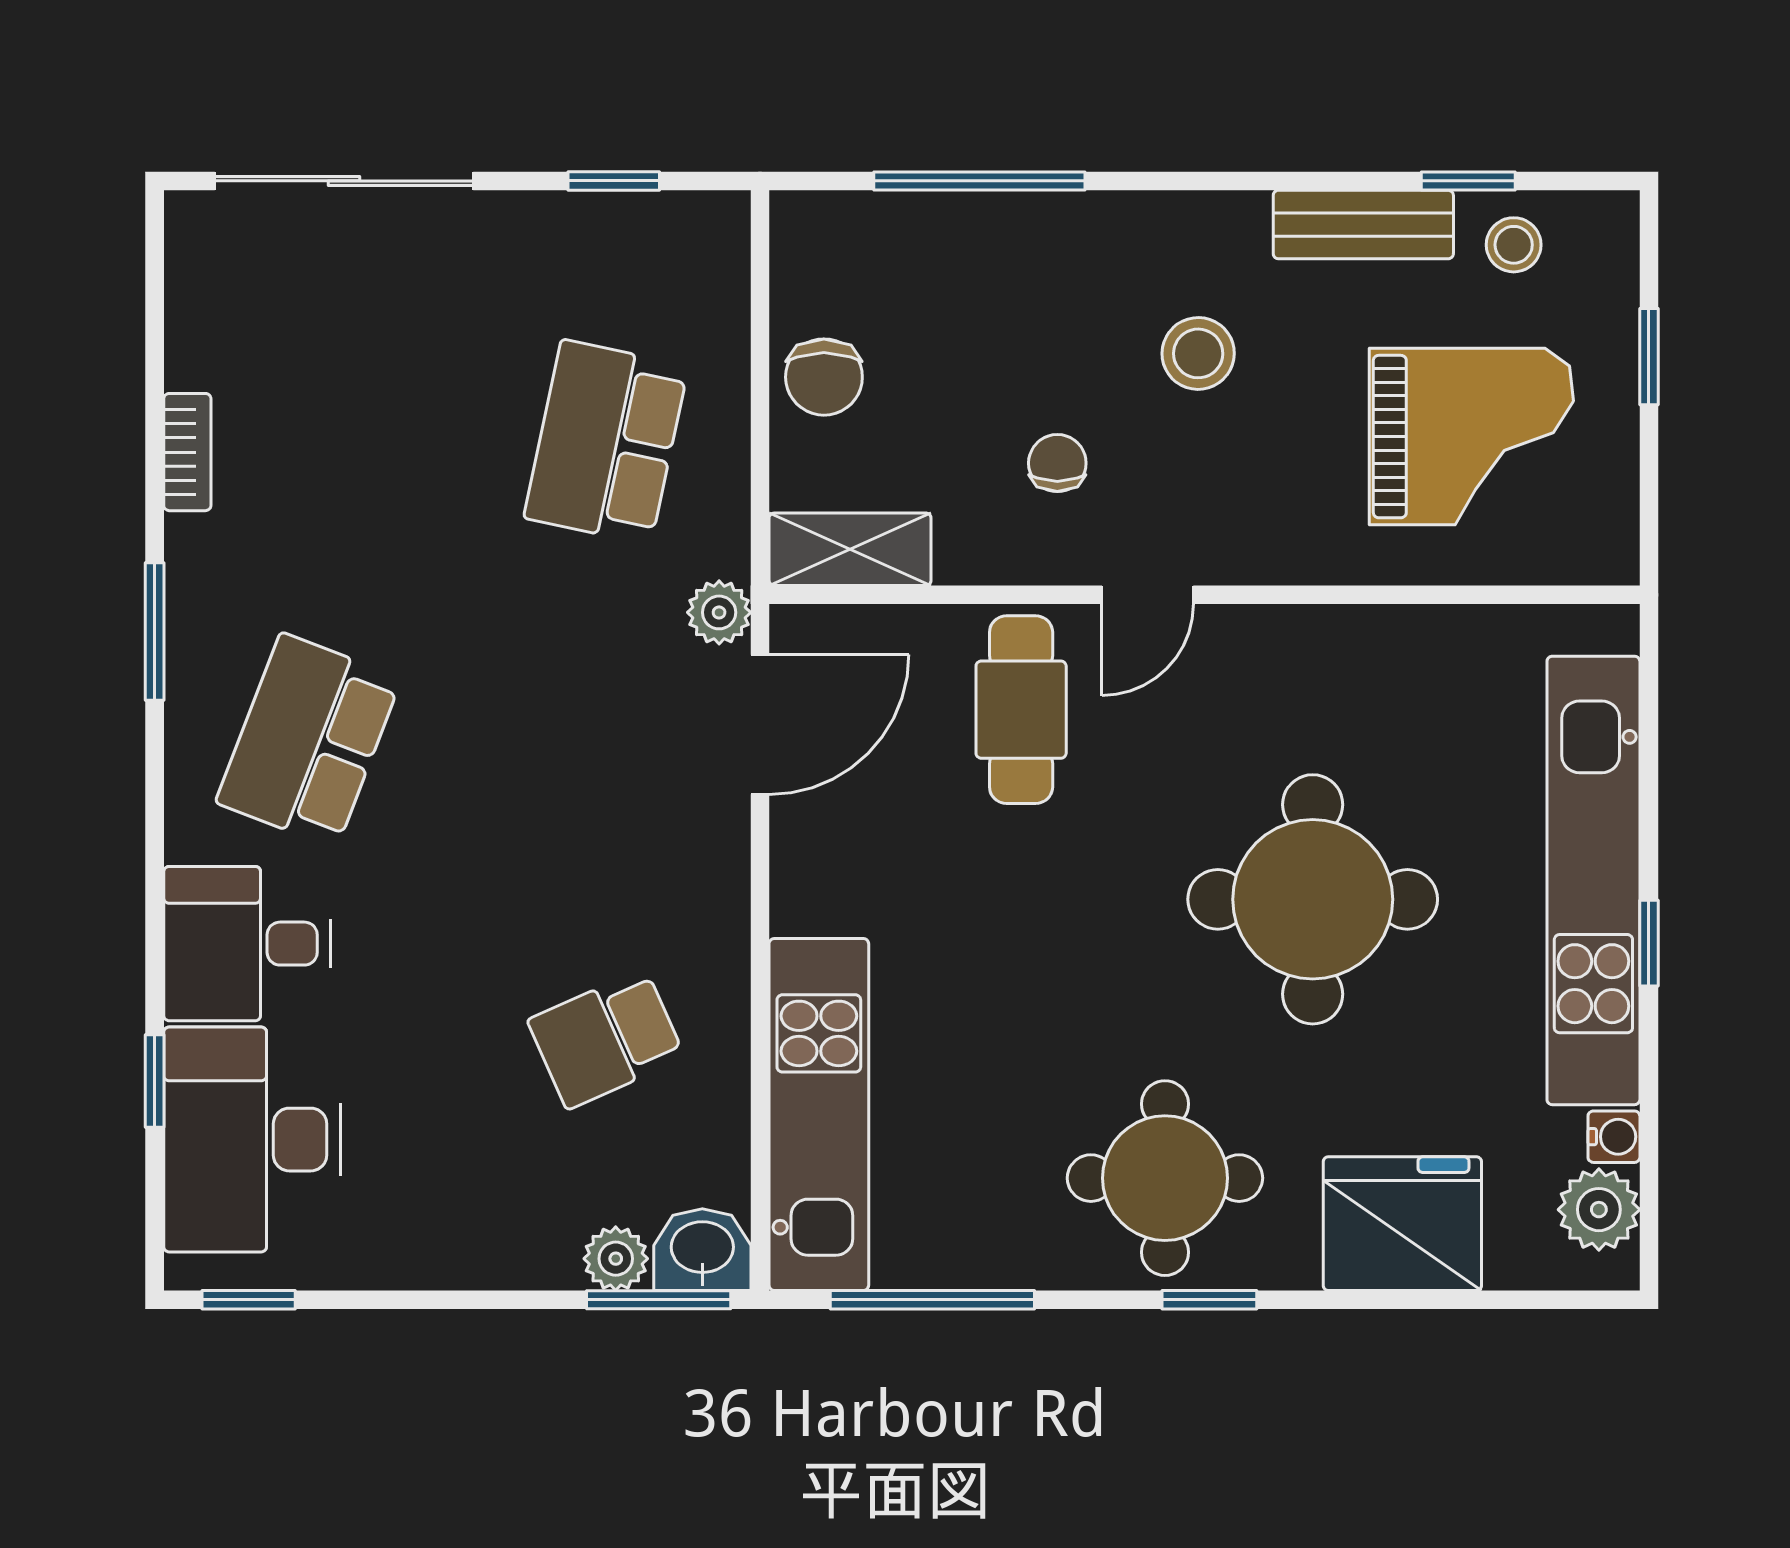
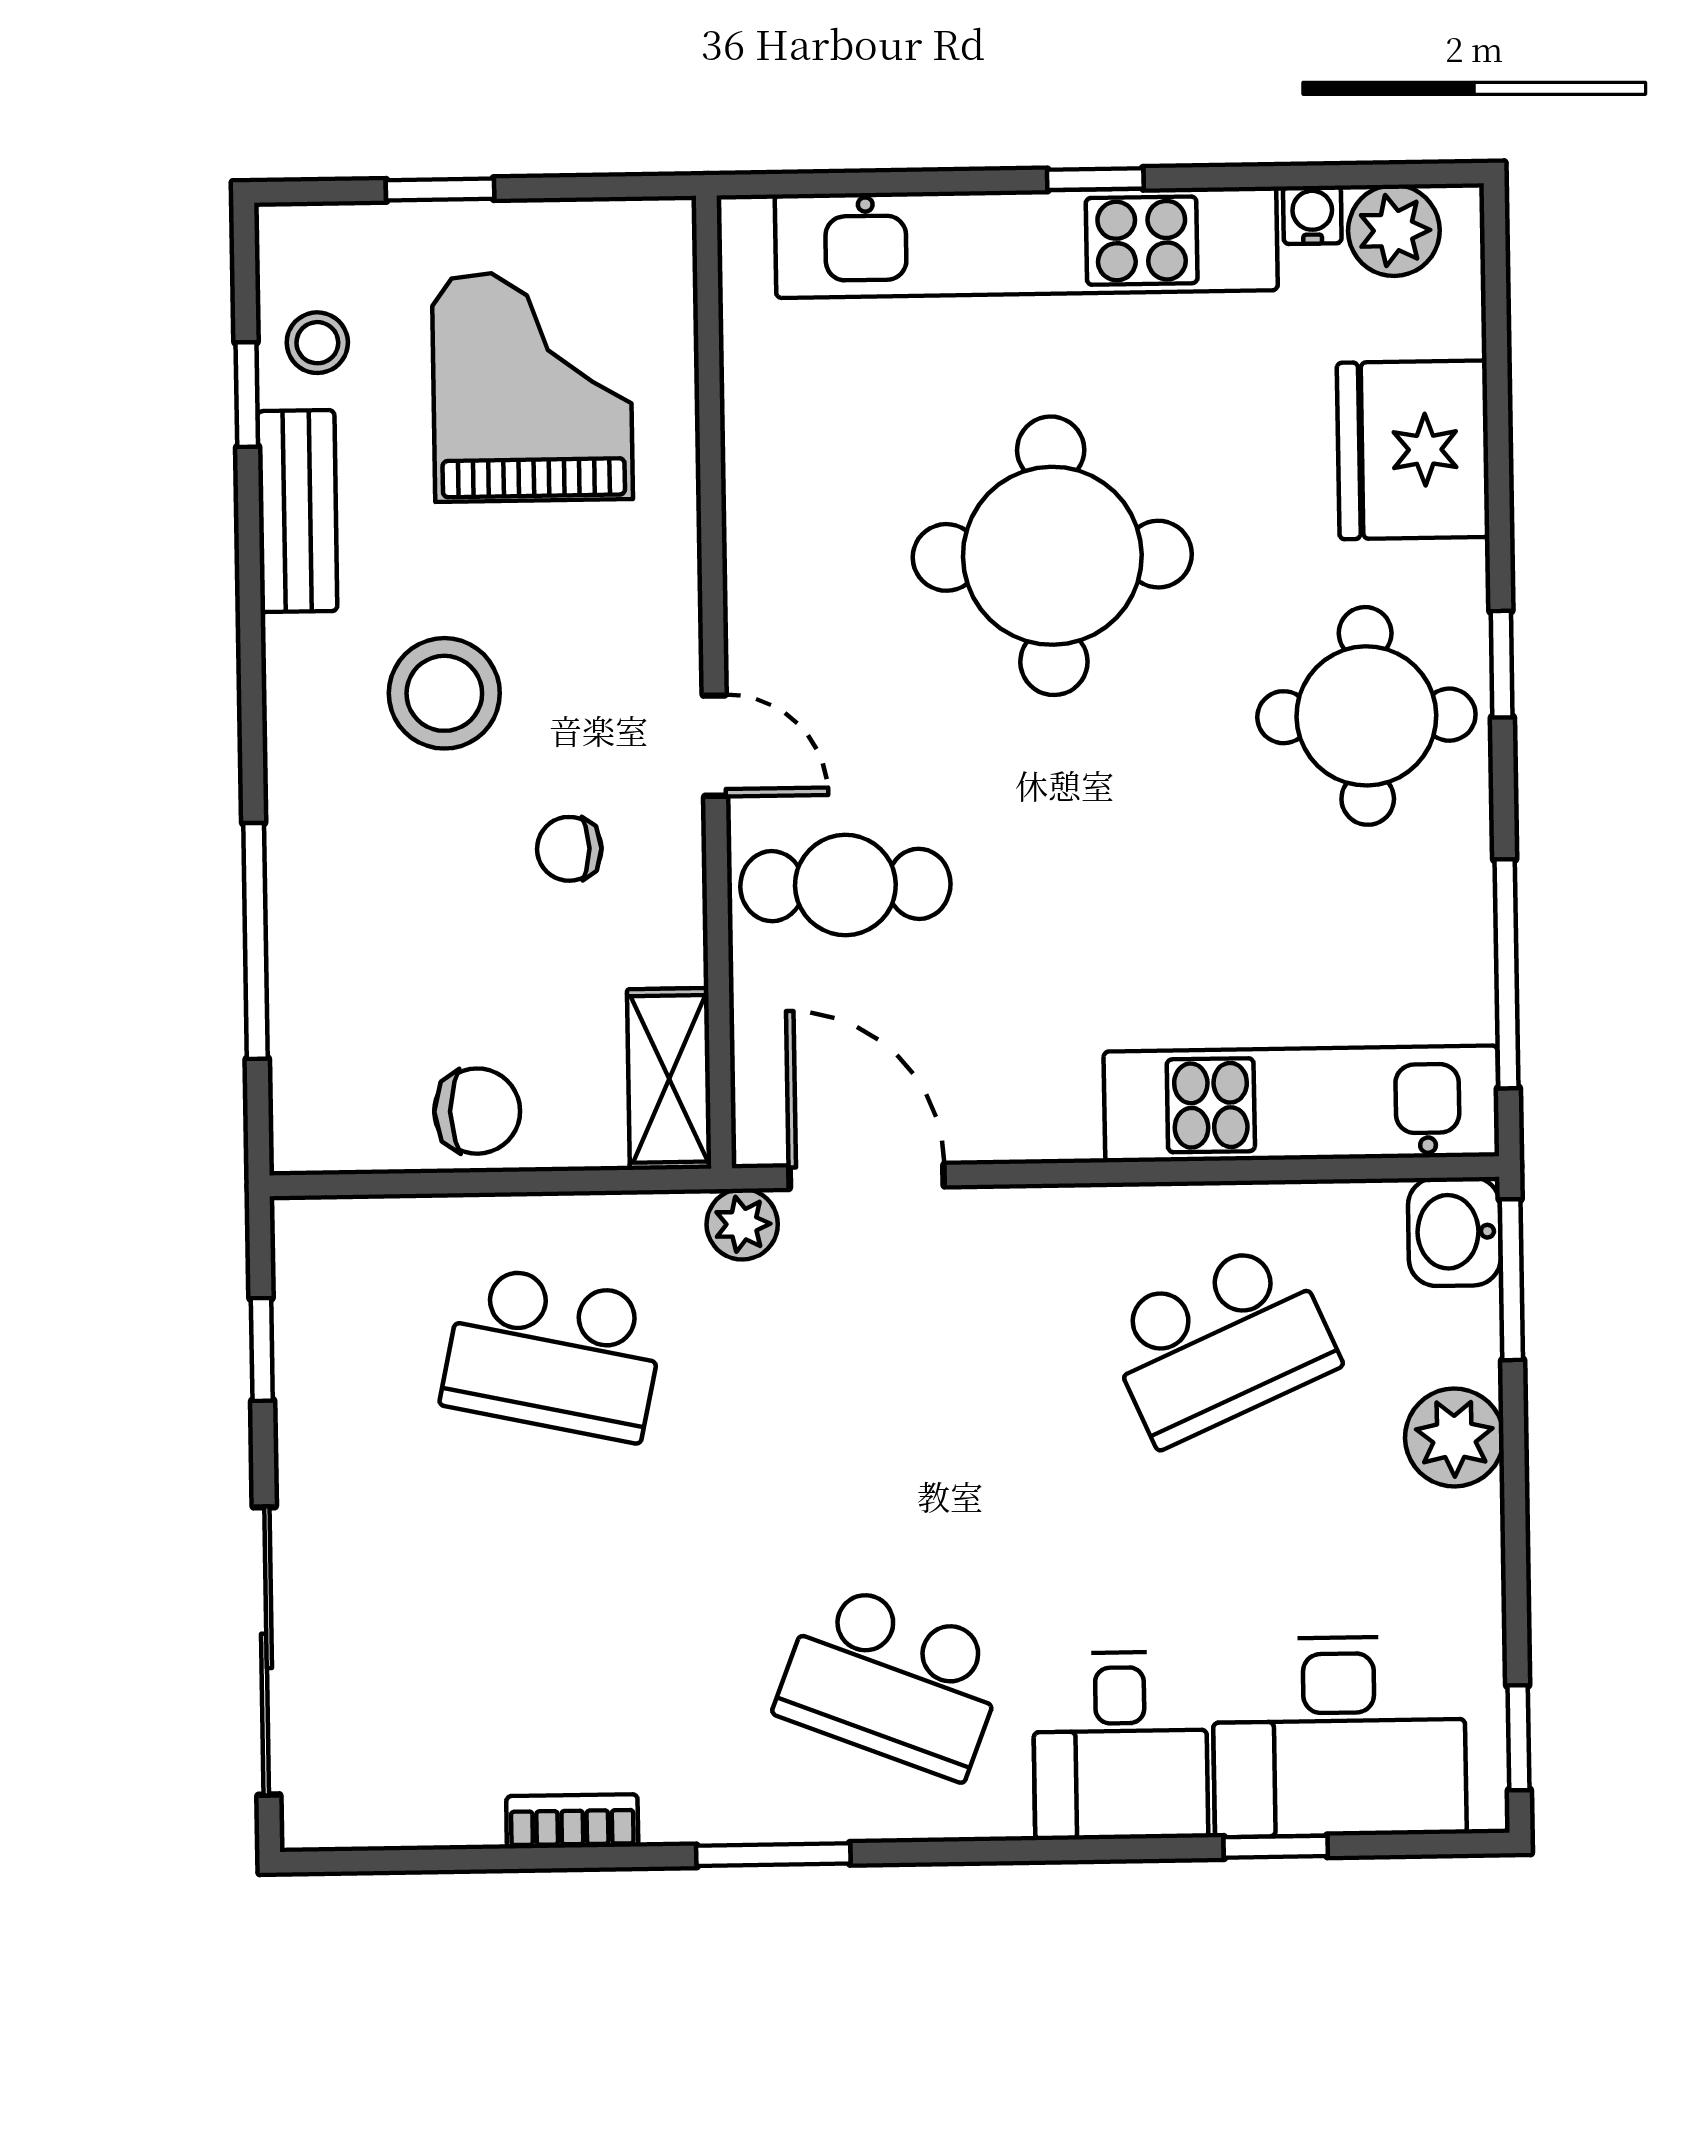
stool: (1198, 353) -> (444, 693), width x1.38, depth x1.38
school desk: (606, 1039) -> (1221, 1343), width x1.85
plant: (616, 1259) -> (1454, 1437), moved, width x1.38, depth x1.38

